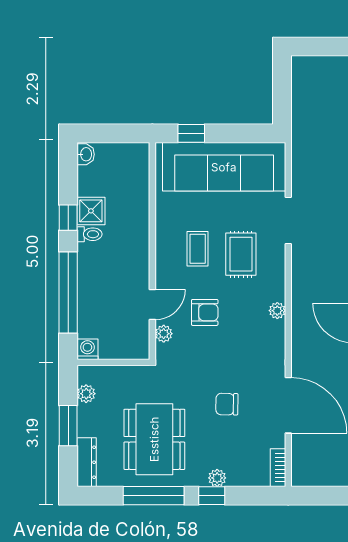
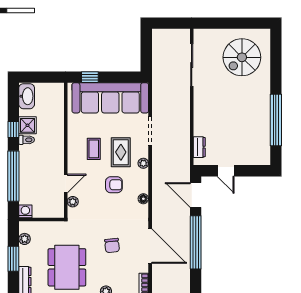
washbasin: (86, 154) -> (27, 96), width x1.91, depth x1.45
plant: (277, 311) -> (143, 163), moved
armchair: (205, 312) -> (114, 185), moved
floor lamp: (277, 329) -> (143, 199), added
chair: (227, 404) -> (112, 245), turned -97

